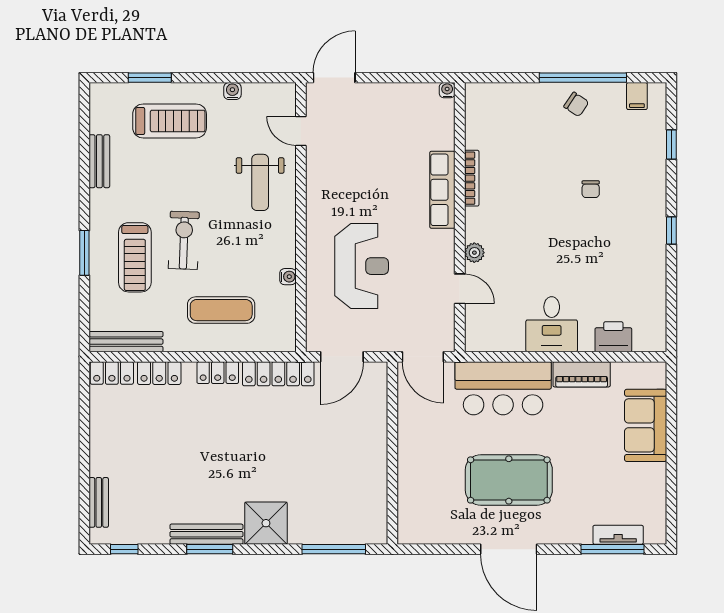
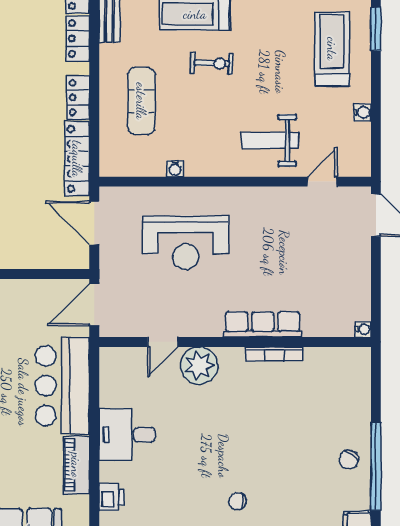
treadmill: (170, 121) -> (332, 49), turned 180
chair: (591, 189) -> (238, 501), moved
exercise bike: (184, 240) -> (212, 63), width x0.73, depth x0.72
plant: (474, 253) -> (199, 366), width x1.88, depth x1.88
printer: (613, 337) -> (111, 497), width x0.73, depth x0.81

